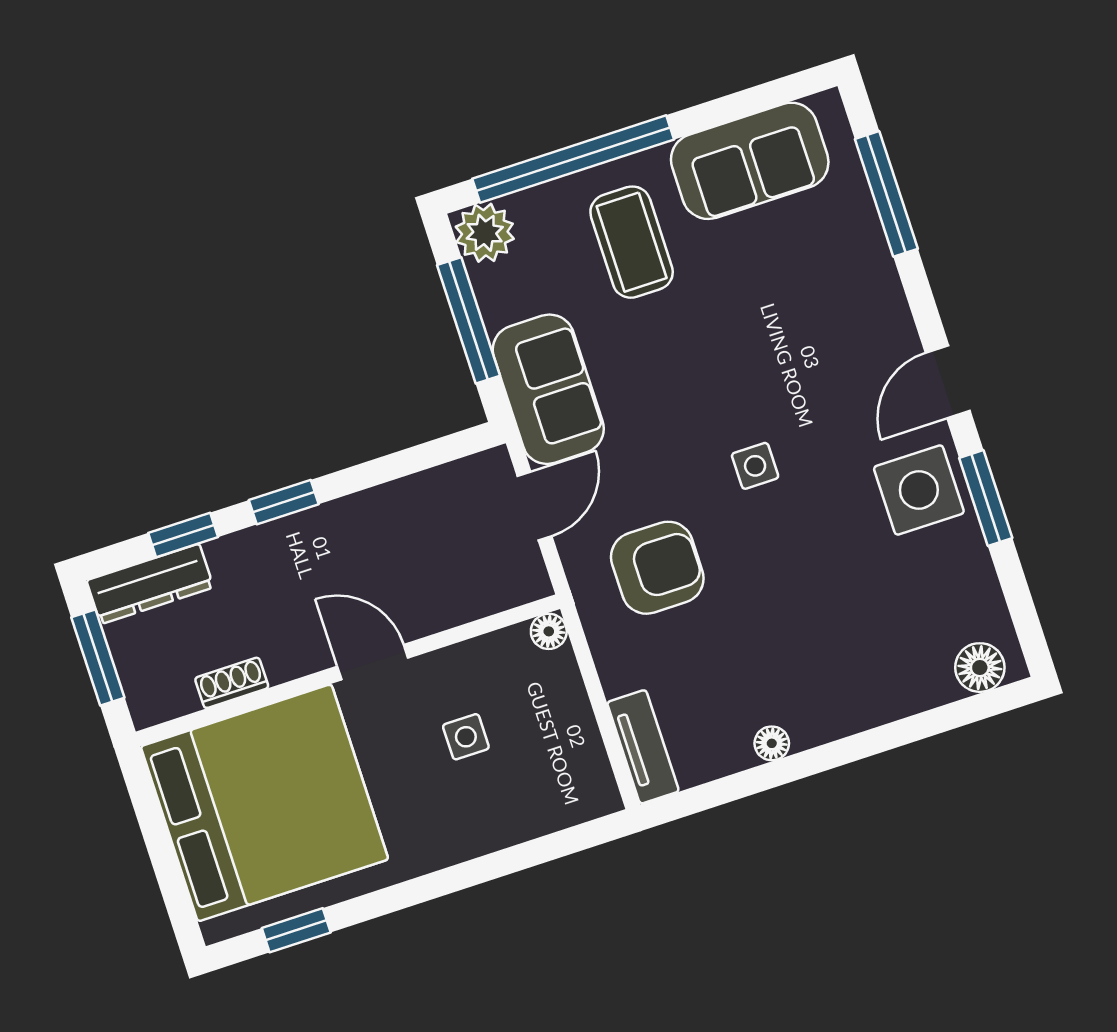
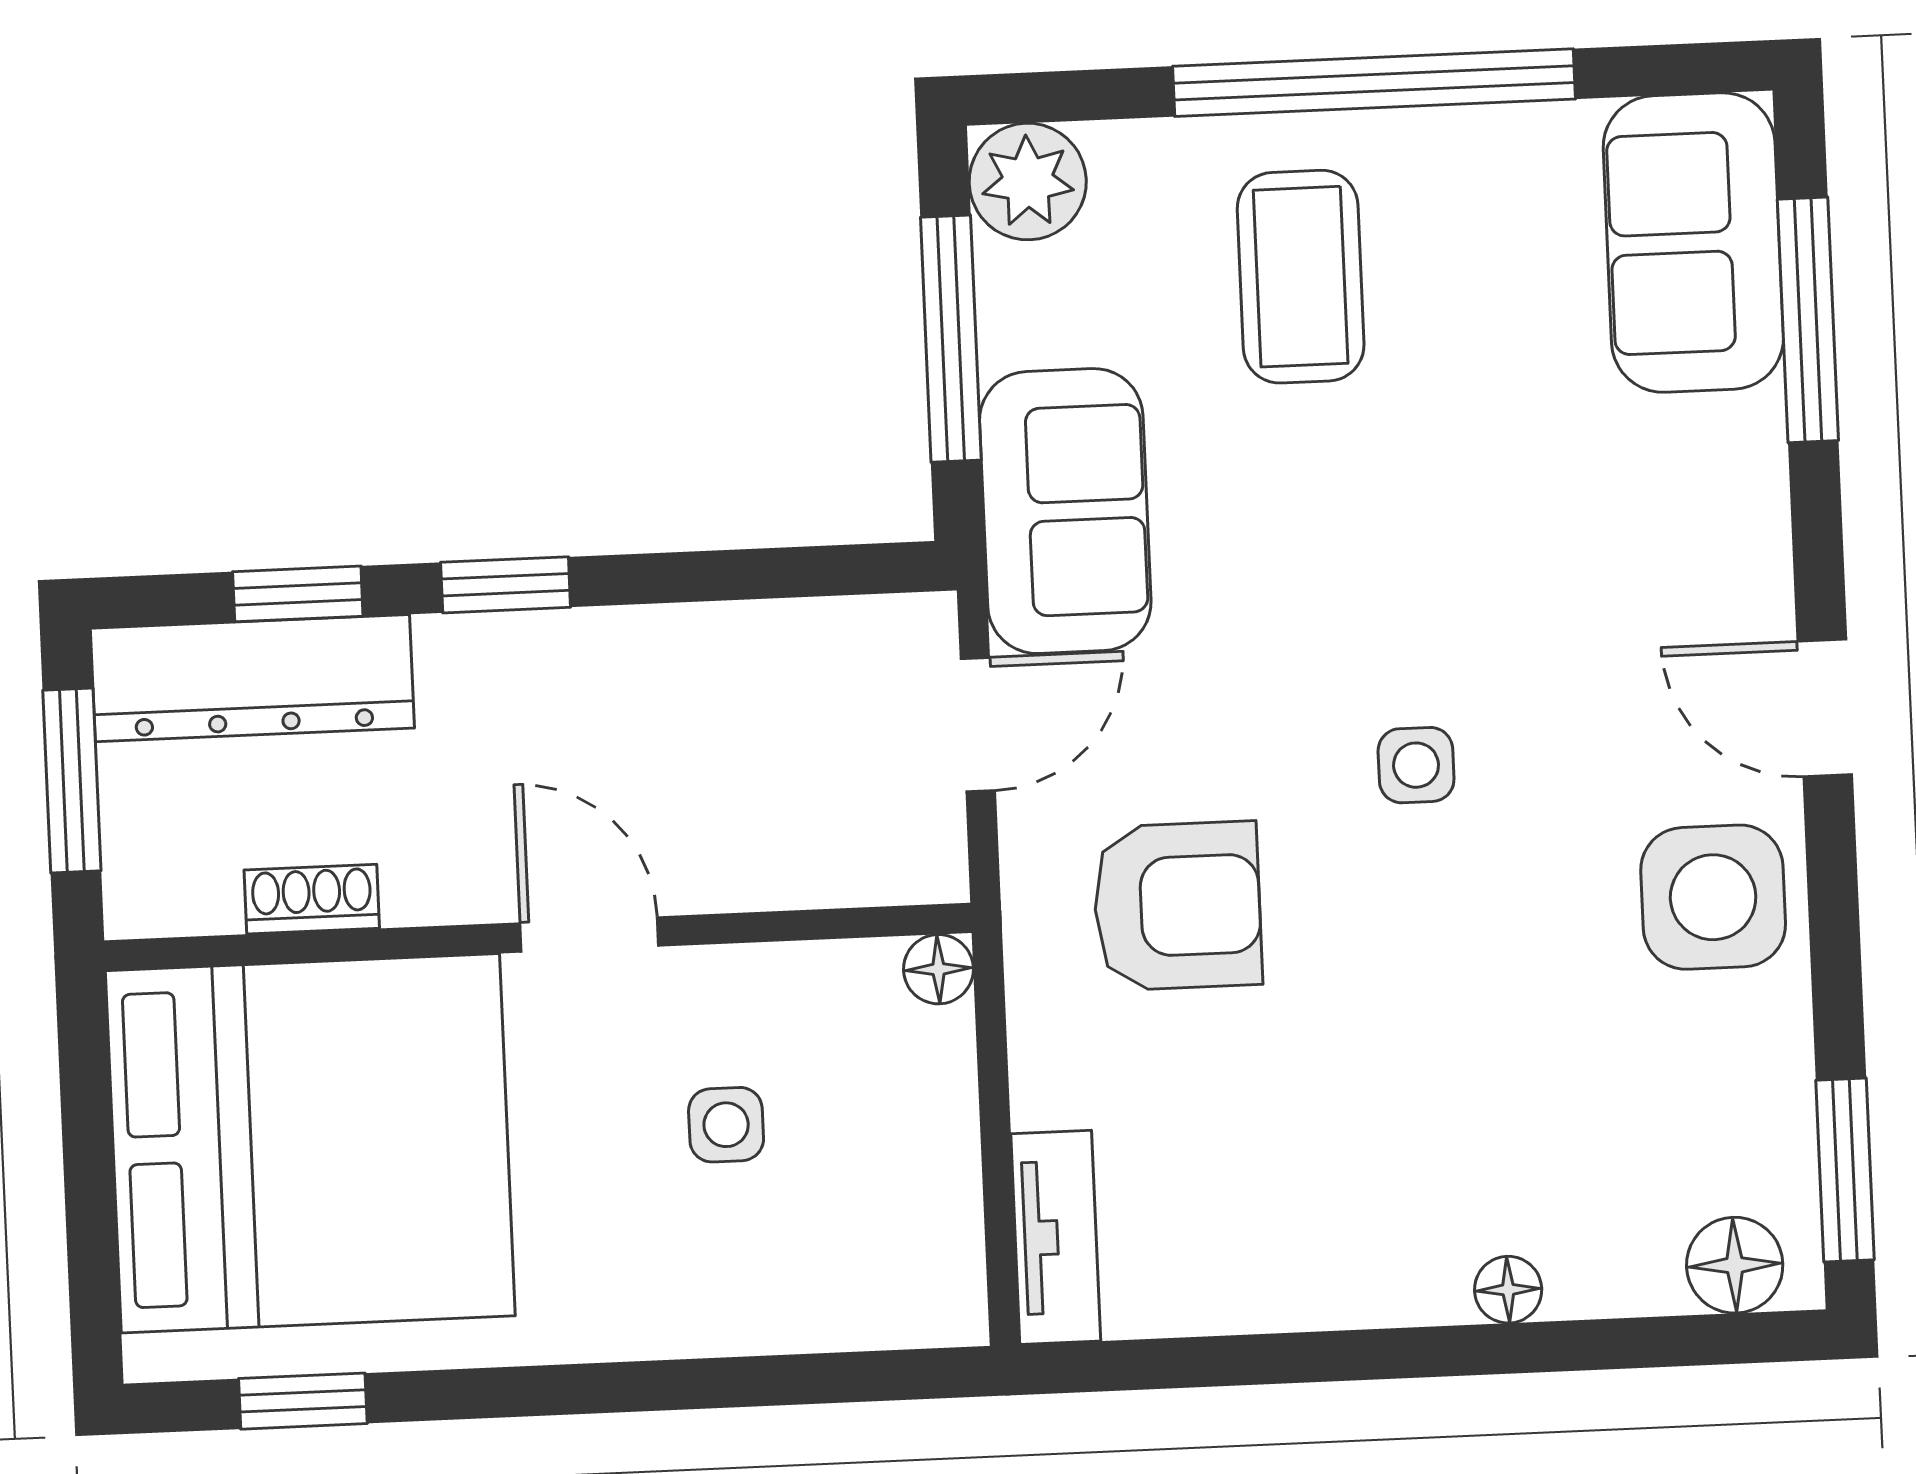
window: (573, 159) -> (1374, 83), moved
sofa: (750, 161) -> (1693, 243), moved, turned 90
door: (948, 382) -> (1825, 708), hinge flipped
window: (986, 498) -> (1845, 1170), moved
dresser: (150, 584) -> (252, 678), width x1.37, depth x1.24
floor lamp: (772, 743) -> (1508, 1290), moved

